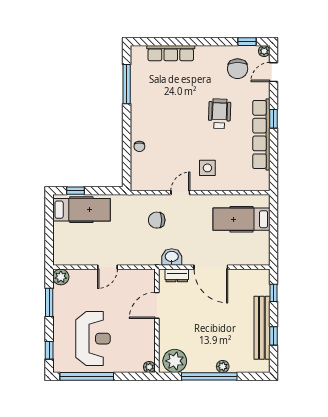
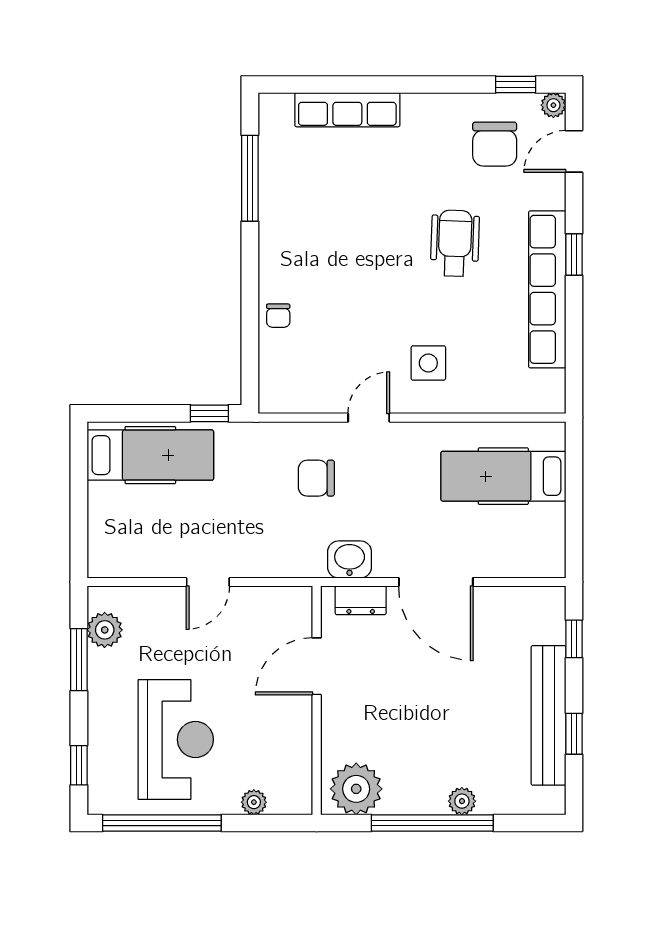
window: (75, 191) -> (209, 413), moved
plant: (61, 277) -> (105, 630), moved
plant: (149, 367) -> (254, 802), moved

